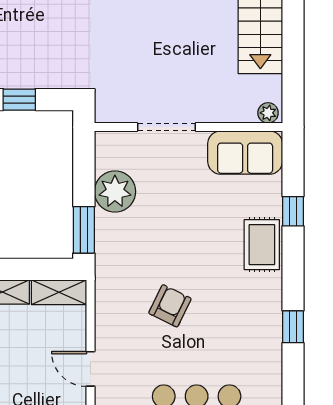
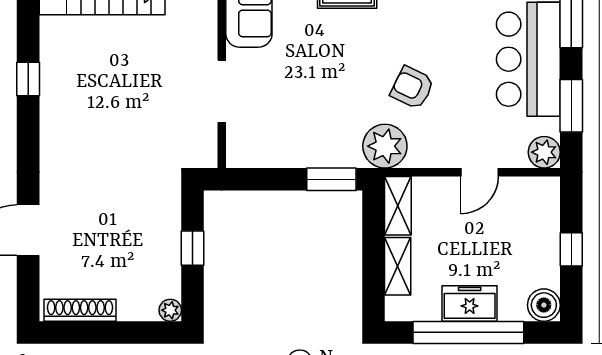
plant: (115, 191) -> (385, 146), moved

